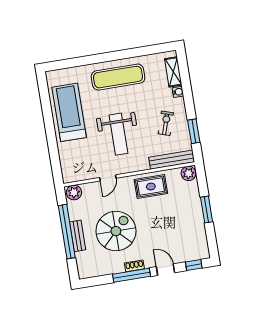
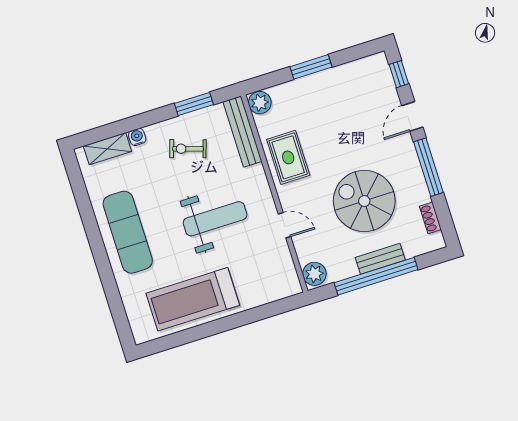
shoe rack: (134, 266) -> (430, 218), moved

